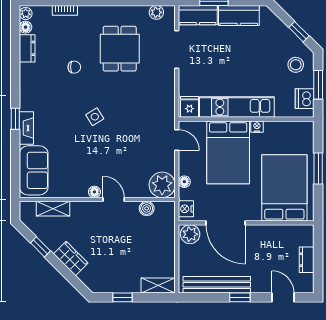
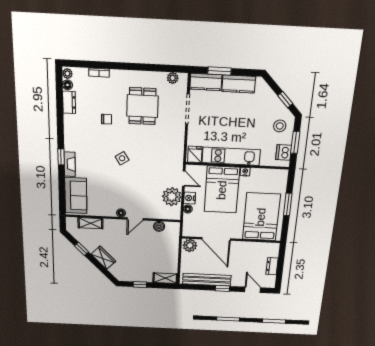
plant: (162, 185) -> (172, 197), moved
door: (114, 199) -> (135, 219), swing flipped
nightstand: (186, 209) -> (190, 198), moved

